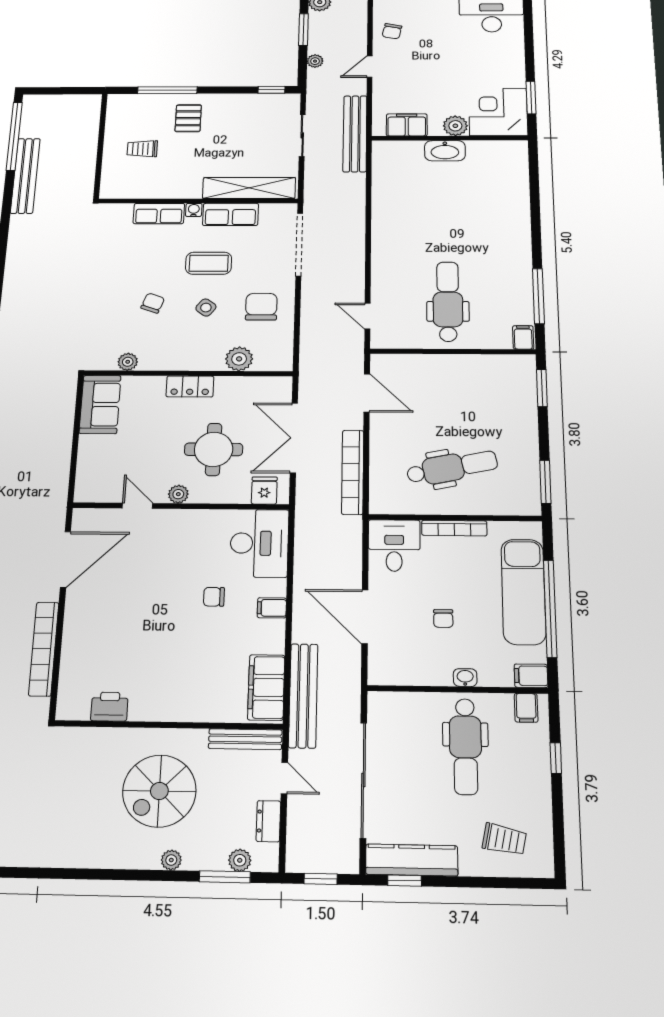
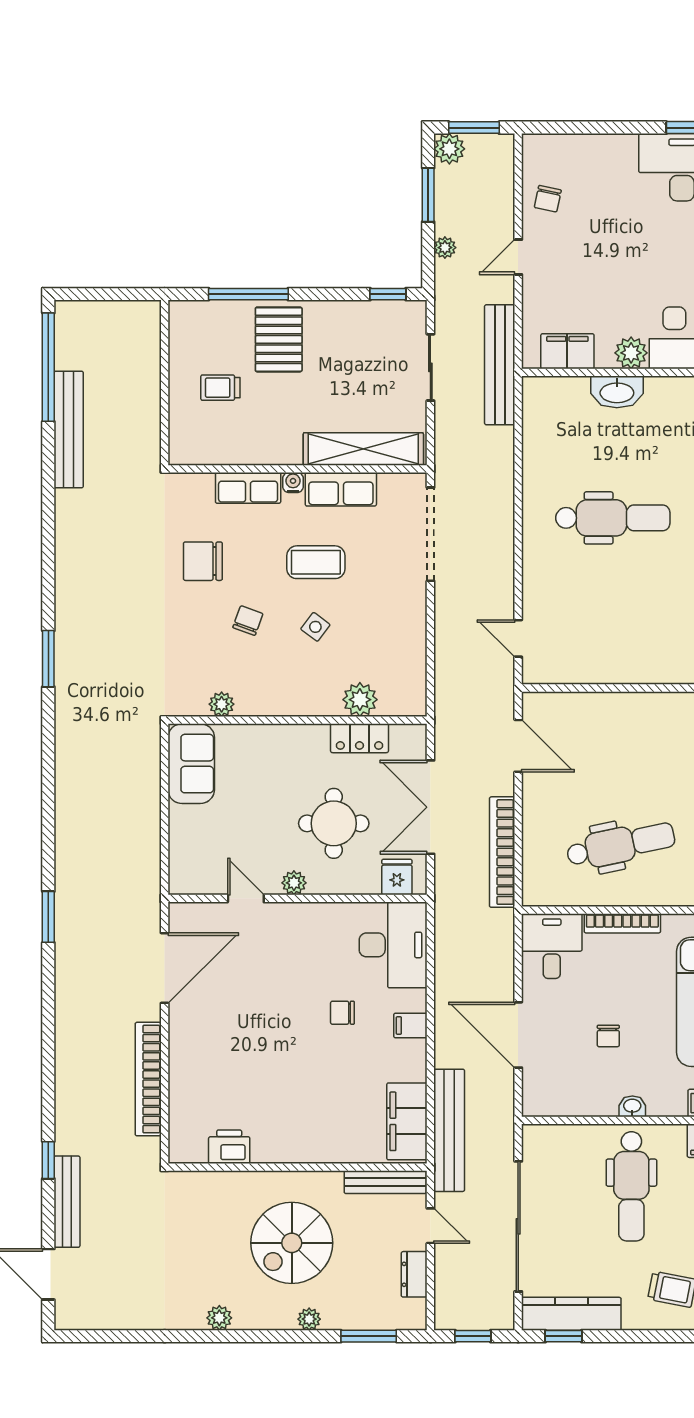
pallet: (188, 118) -> (279, 339), width x1.50, depth x1.42
dental chair: (448, 301) -> (613, 518), moved, turned 90
chair: (261, 307) -> (203, 561), moved, turned -90
locker: (190, 386) -> (360, 738), moved
plant: (240, 860) -> (219, 1318), moved

